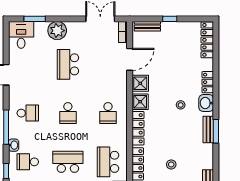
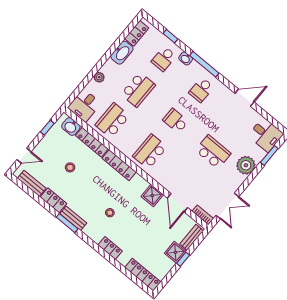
shower: (140, 102) -> (175, 252), moved
washbasin: (206, 103) -> (95, 234), removed
school desk: (108, 113) -> (150, 152), width x1.85
locker: (207, 156) -> (53, 200), added
school desk: (28, 162) -> (164, 59), turned 180
school desk: (108, 162) -> (112, 120), turned -90

